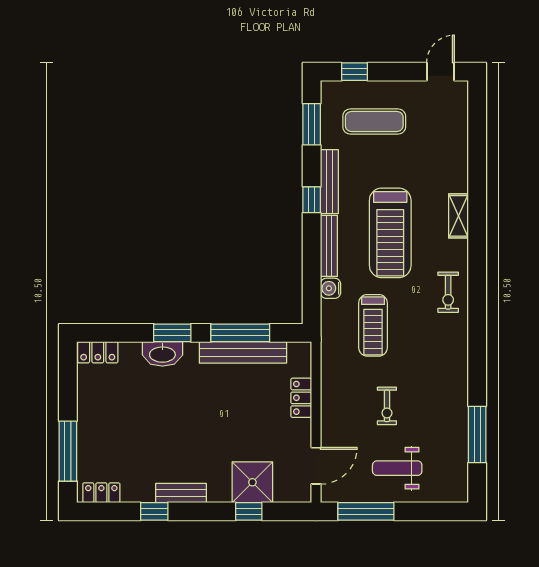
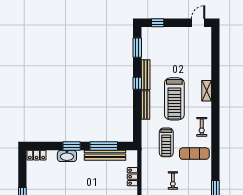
exercise mat: (374, 121) -> (194, 154), moved
water cooler: (330, 288) -> (146, 125), removed

